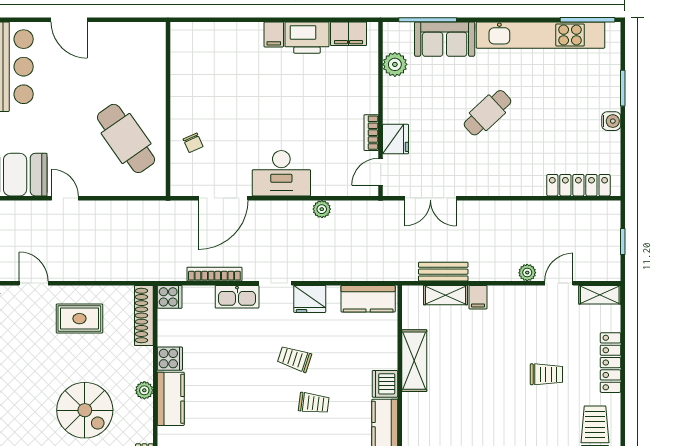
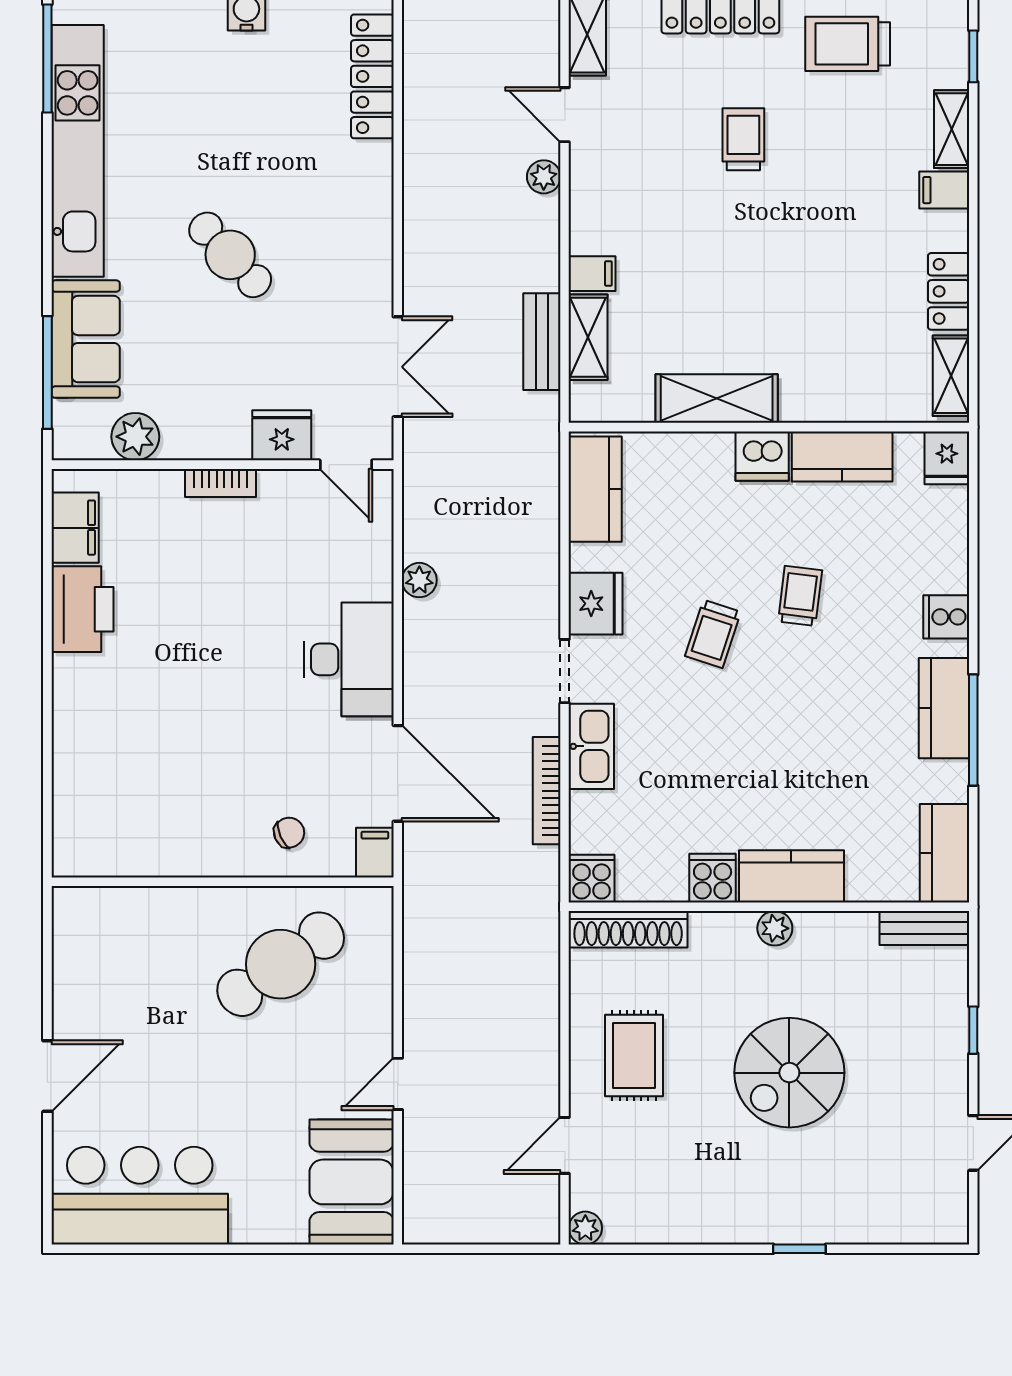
filing cabinet: (274, 34) -> (375, 853), moved, turned -90
bookcase: (371, 133) -> (221, 483), moved
spiral stairs: (85, 410) -> (789, 1073), moved, turned 180

